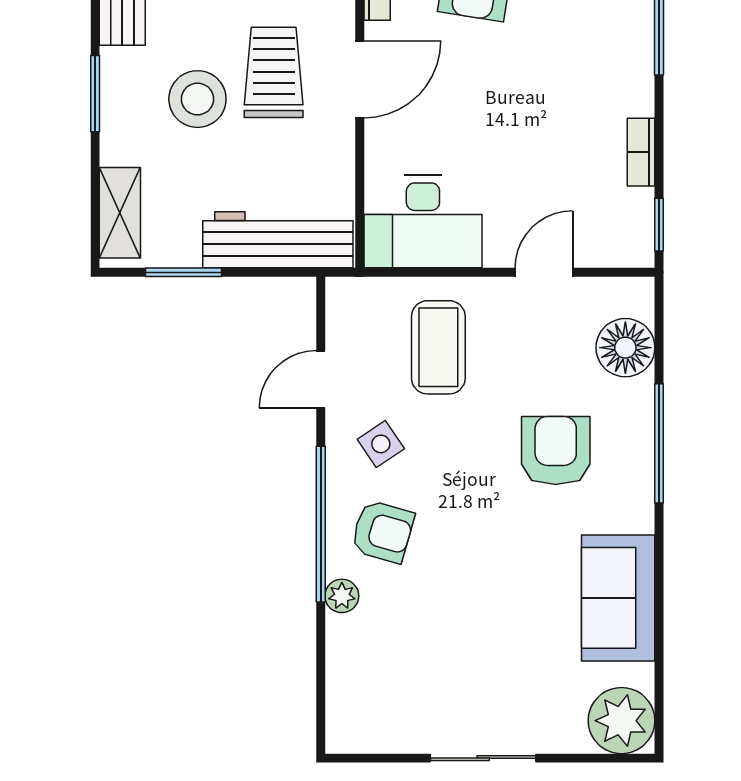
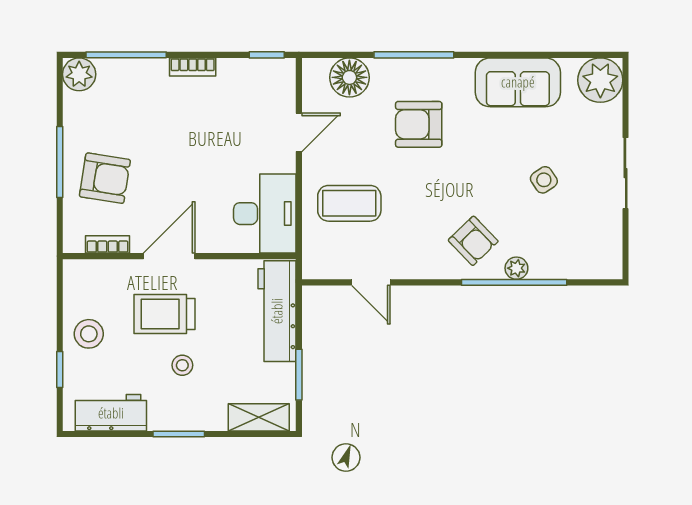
door: (360, 79) -> (169, 256), hinge flipped
stool: (197, 99) -> (182, 365), width x0.53, depth x0.53
bookcase: (641, 152) -> (193, 67), moved
door: (544, 272) -> (299, 132), swing flipped
side table: (381, 444) -> (544, 180), moved
window: (321, 524) -> (514, 282), moved
armchair: (383, 532) -> (473, 241), turned 120

